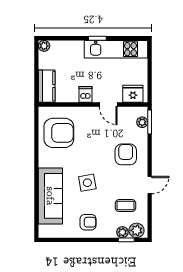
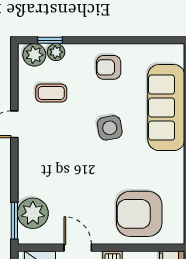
plant: (142, 122) -> (33, 213), width x1.88, depth x1.88
armchair: (59, 133) -> (139, 214), moved
armchair: (126, 154) -> (51, 171), removed

